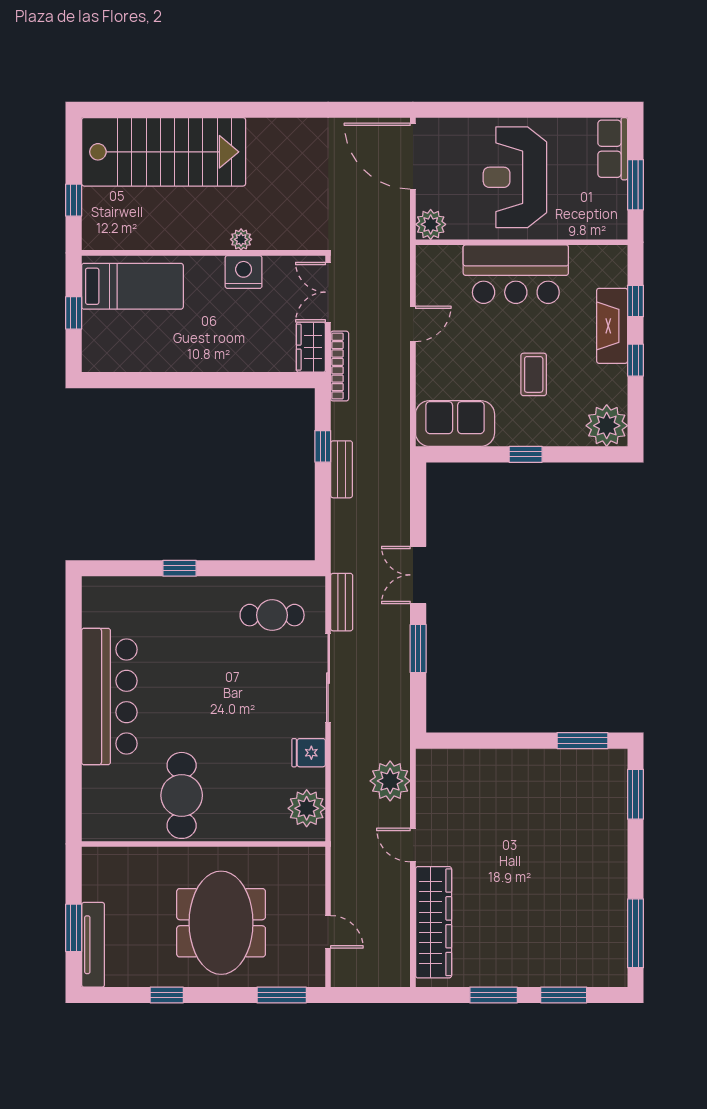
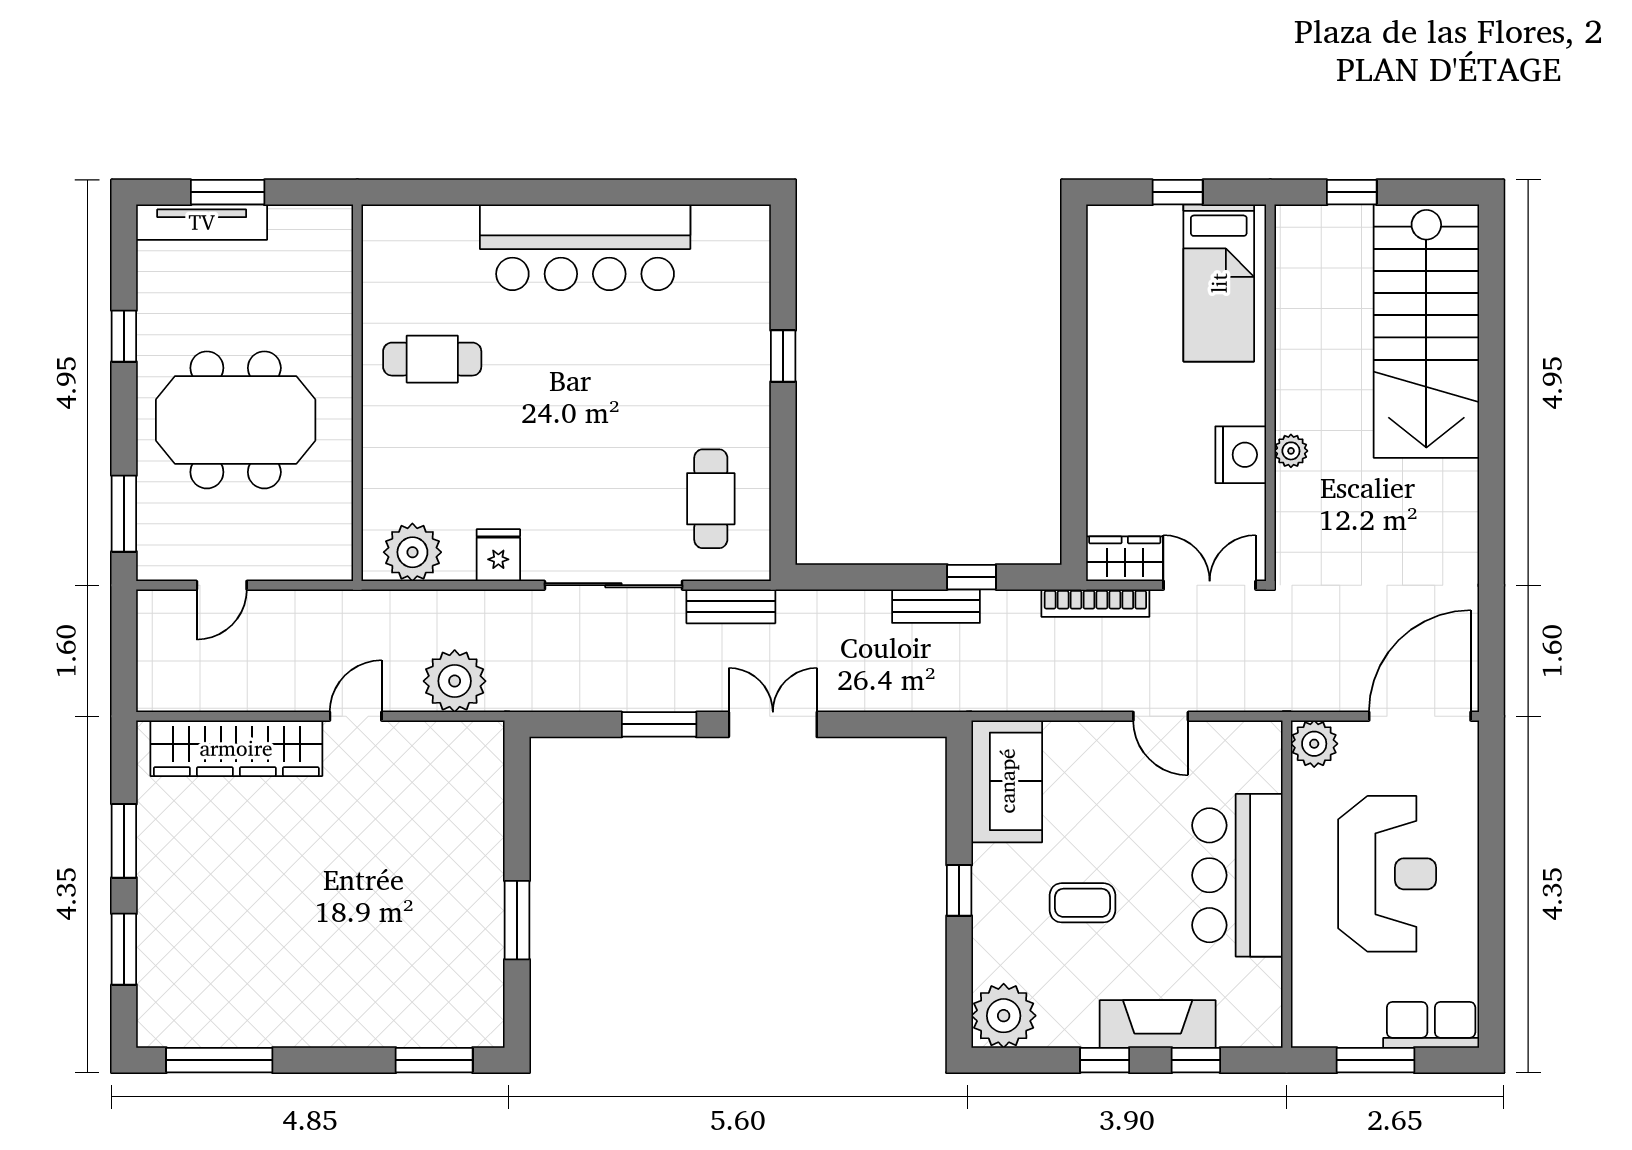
reception desk: (515, 177) -> (1387, 874), turned 90
window: (582, 741) -> (517, 920), moved
cafe table: (182, 795) -> (432, 359), width x0.73, depth x0.74

